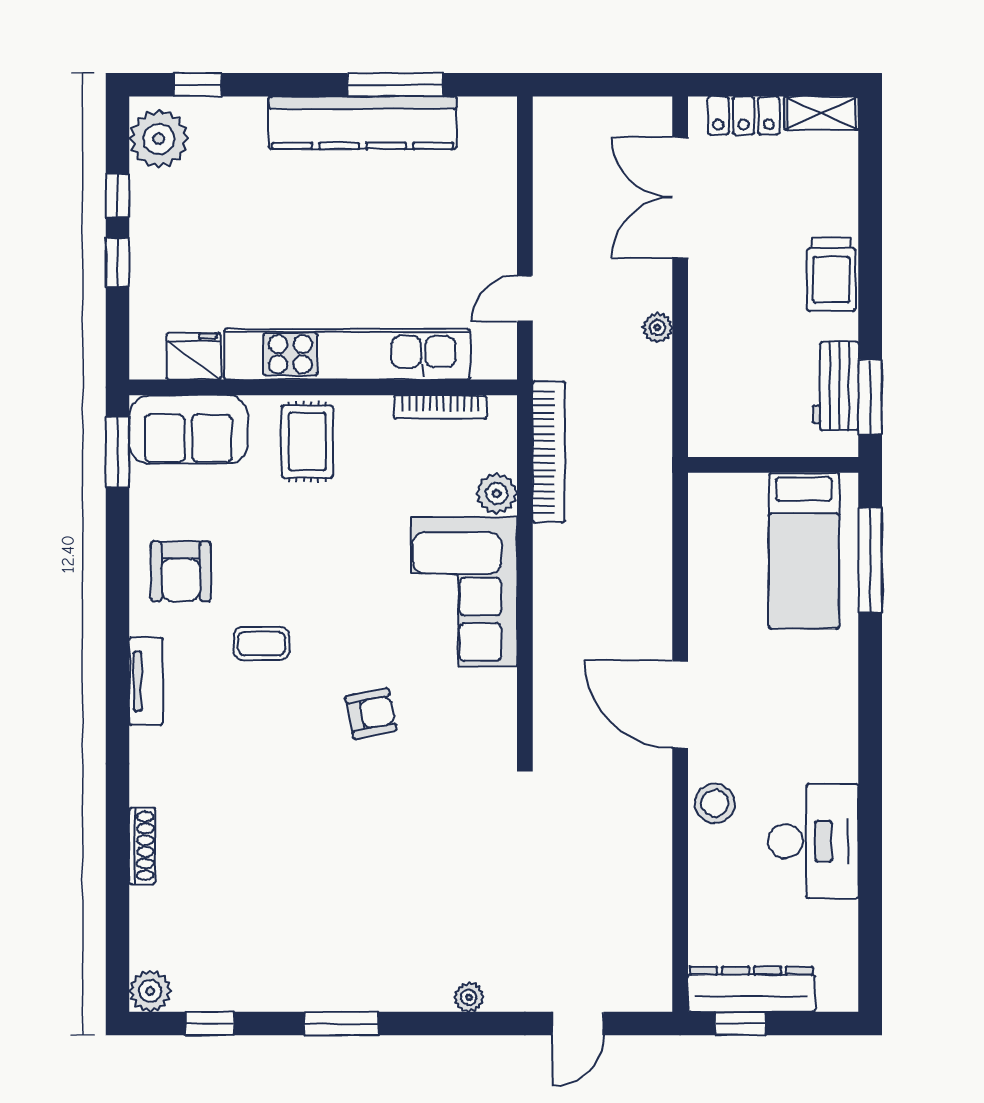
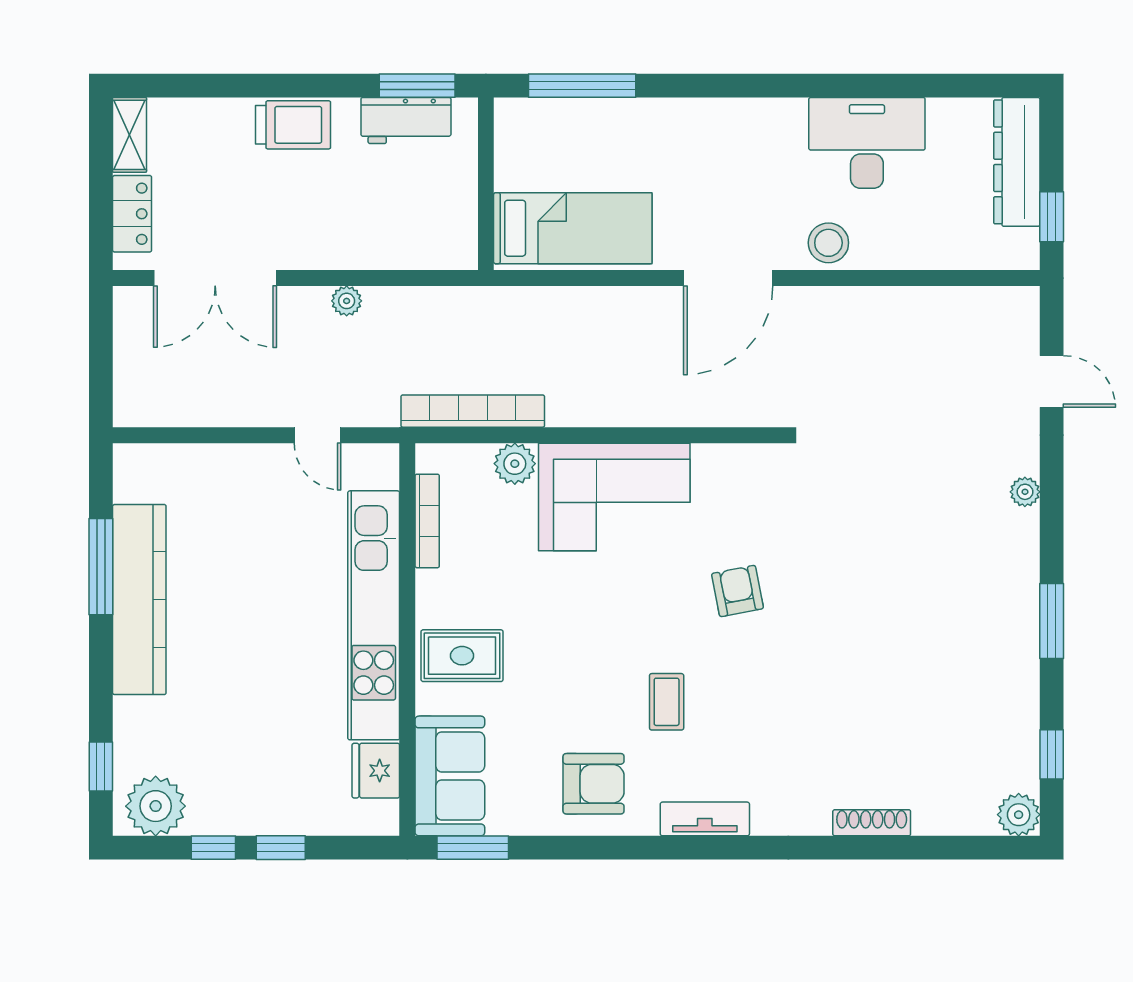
bed: (804, 551) -> (573, 228), moved
dresser: (752, 989) -> (1017, 162), moved

